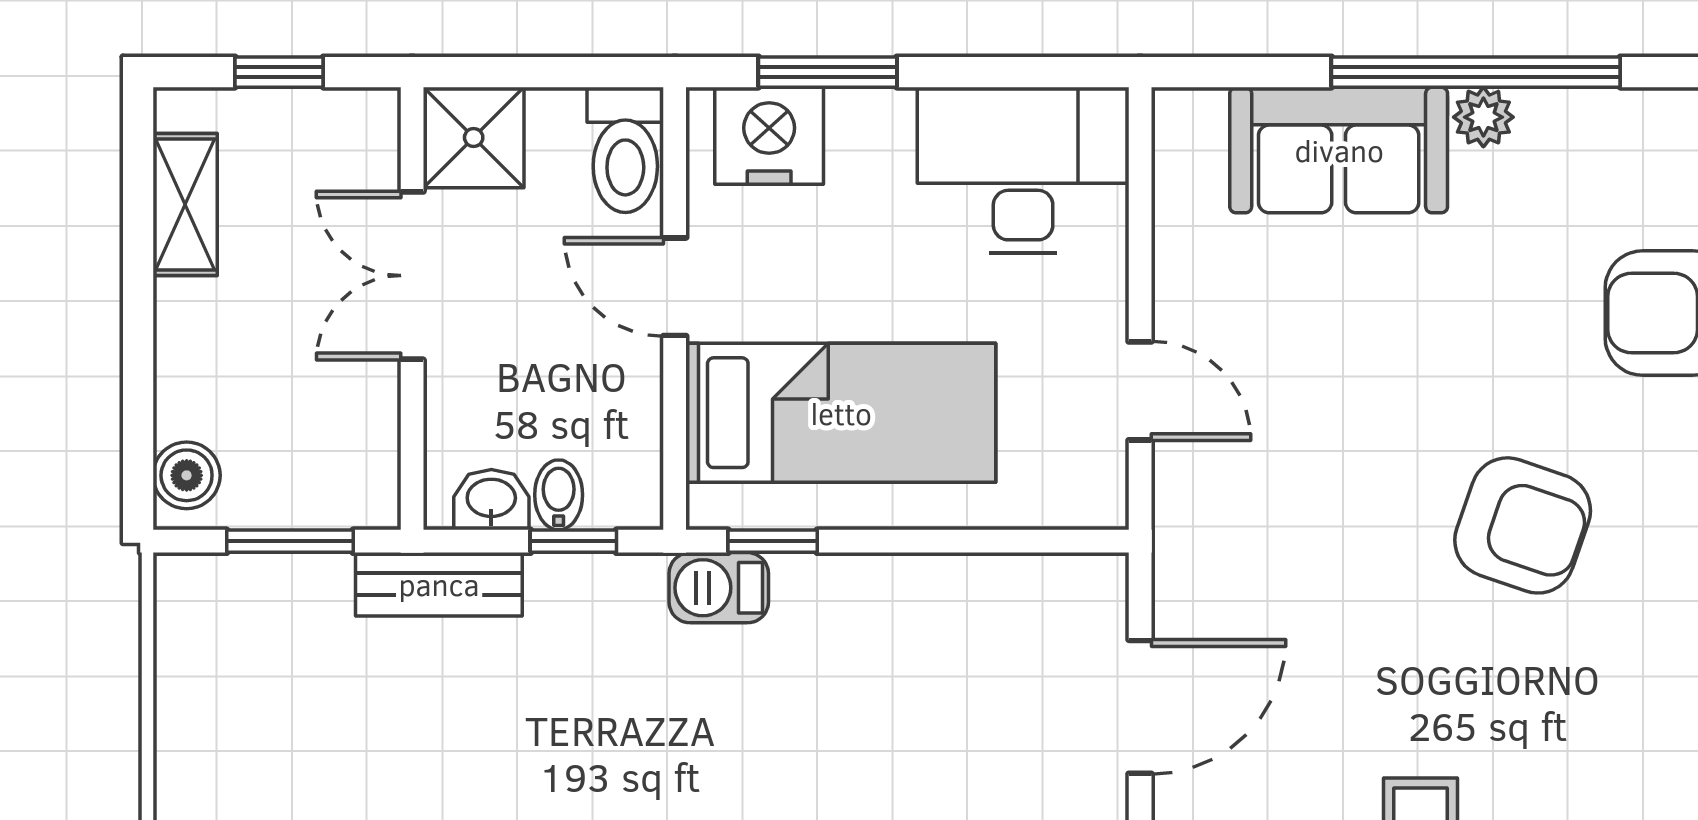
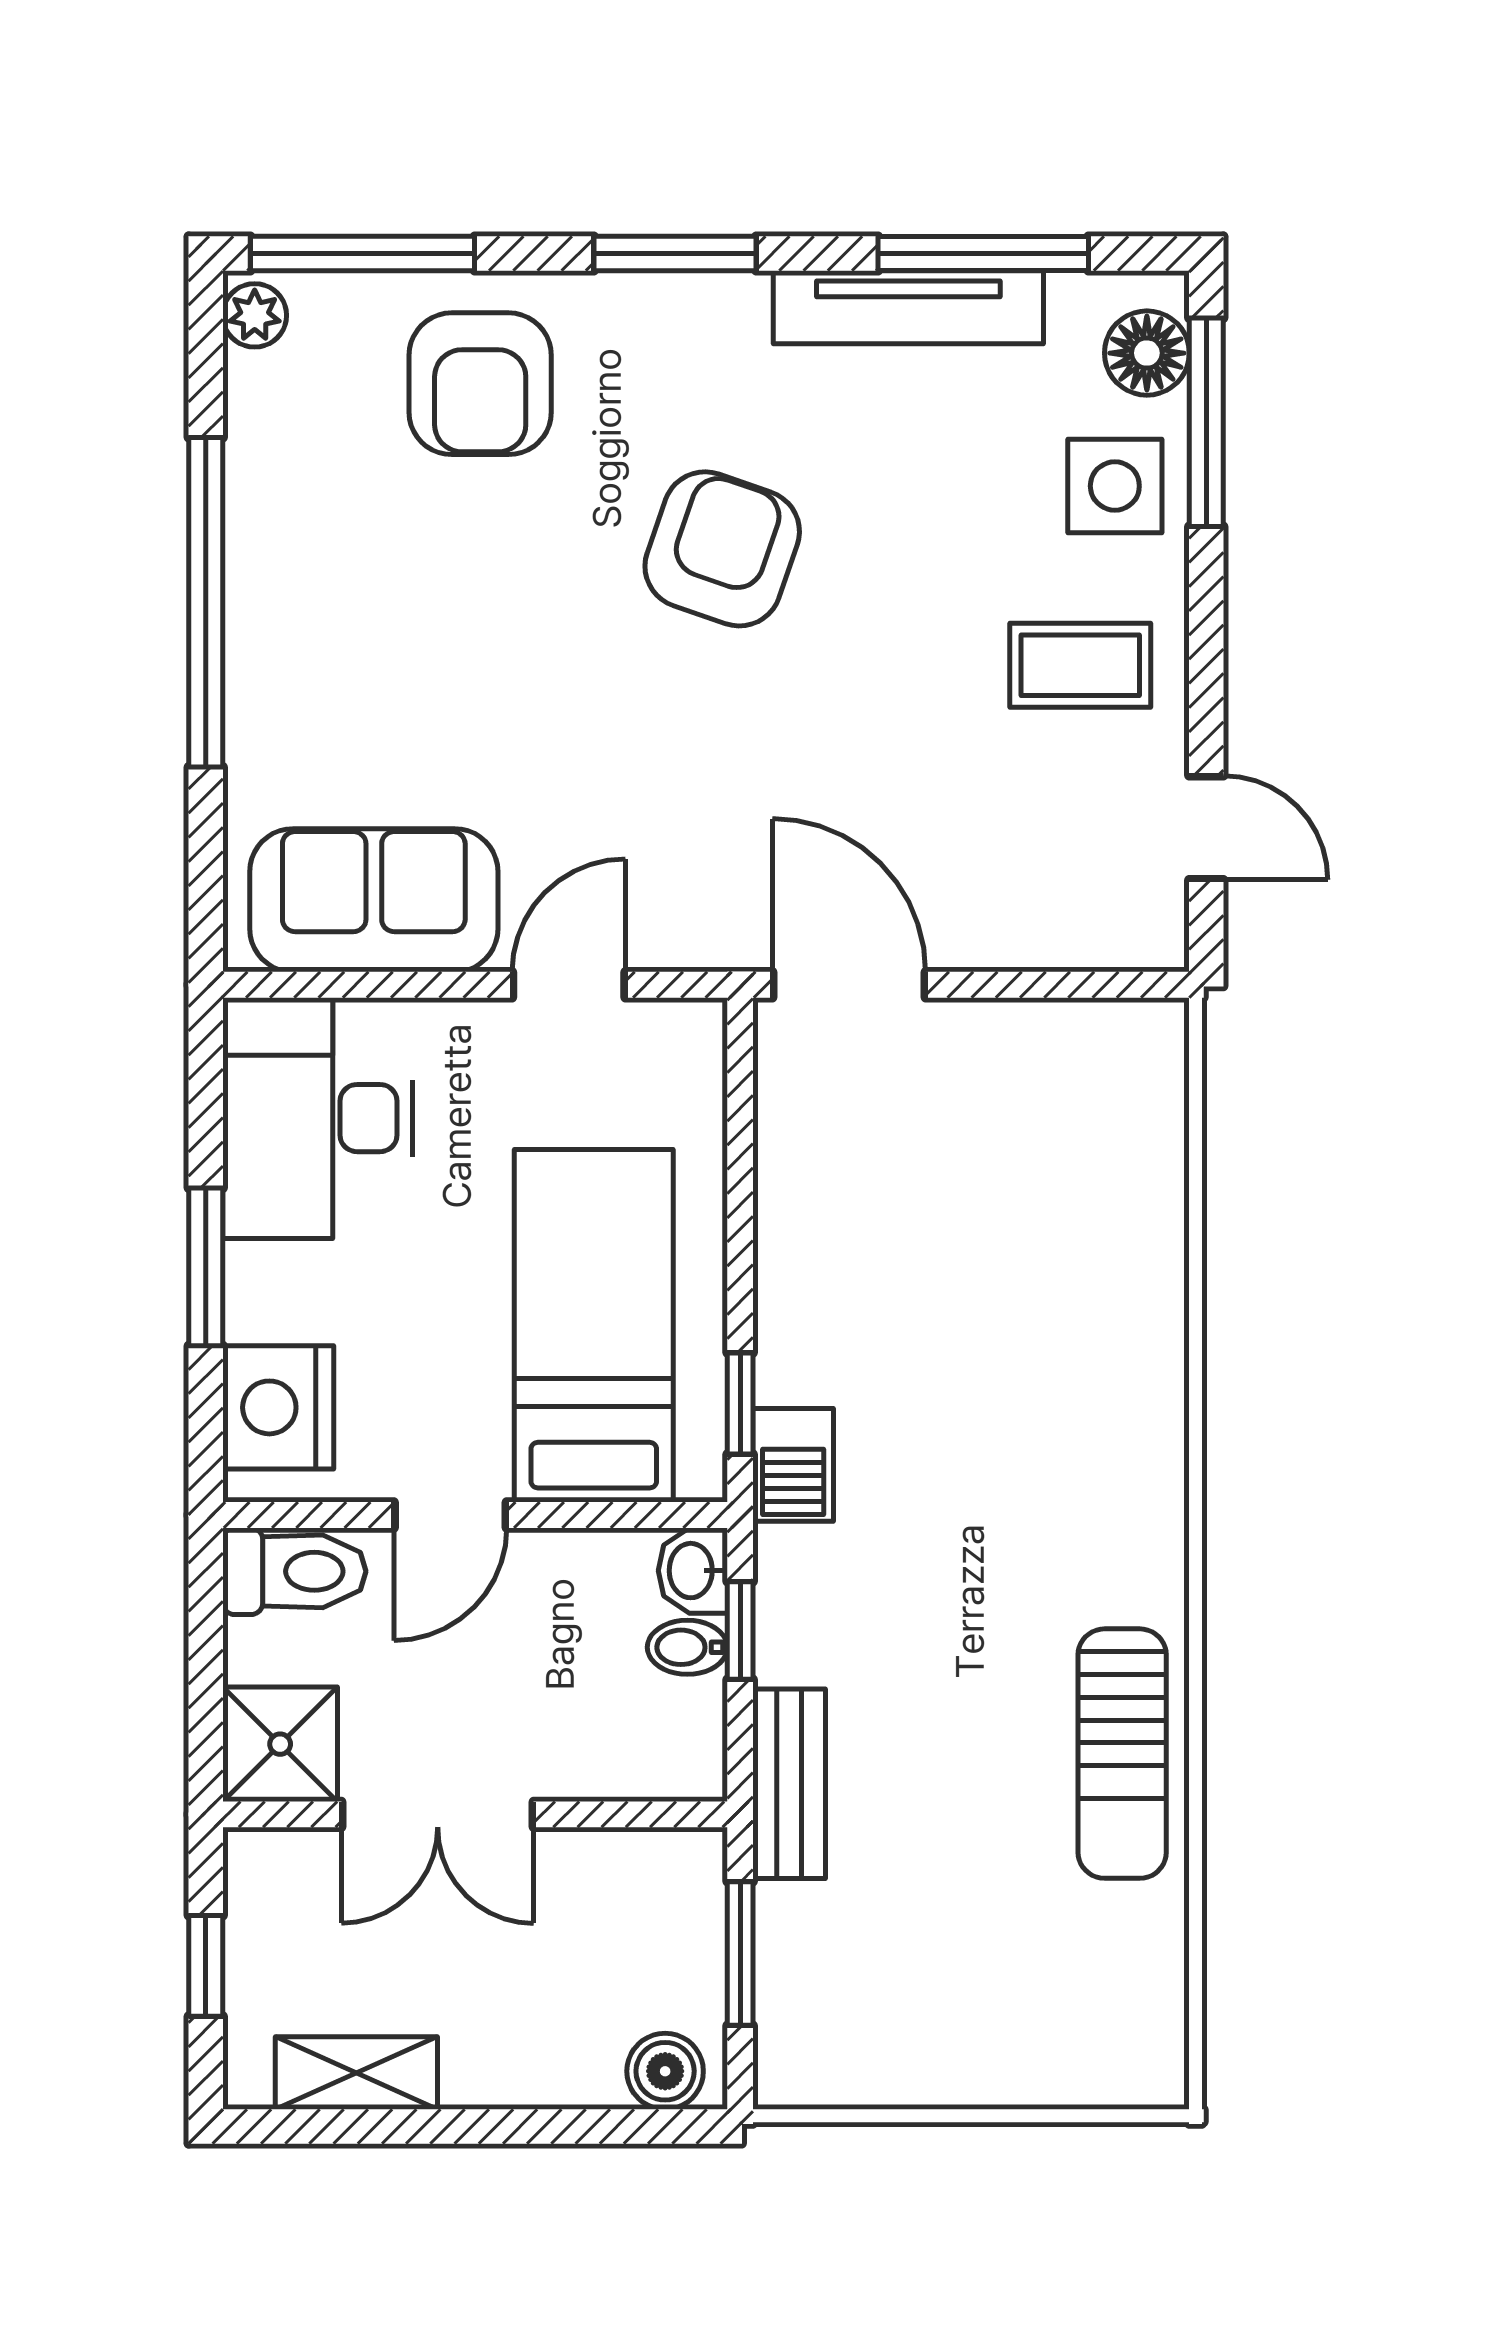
window: (828, 72) -> (206, 1267), moved
plant: (1483, 117) -> (257, 594), removed
sofa: (1339, 150) -> (374, 900), moved, turned -90
washbasin: (491, 500) -> (693, 1571), moved
door: (1140, 707) -> (849, 985), moved

